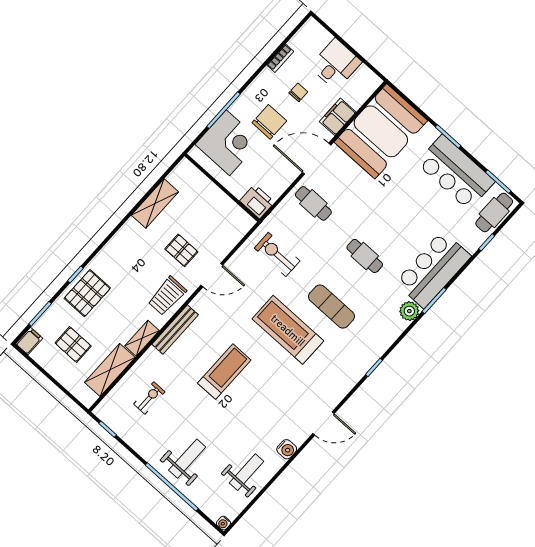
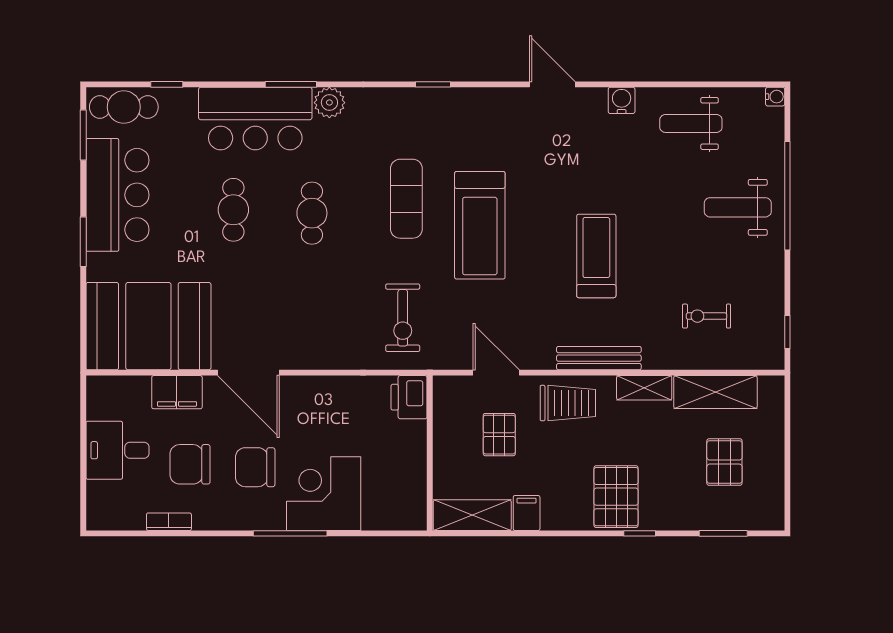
chair: (298, 92) -> (190, 464), width x1.87, depth x1.87
wall: (222, 188) -> (430, 453), moved
printer: (257, 202) -> (409, 397), moved
cafe table: (313, 203) -> (233, 210), moved
pallet: (87, 293) -> (616, 497), moved, turned 90
filing cabinet: (29, 341) -> (527, 513), moved, turned 90
treadmill: (224, 372) -> (596, 256), turned 90

